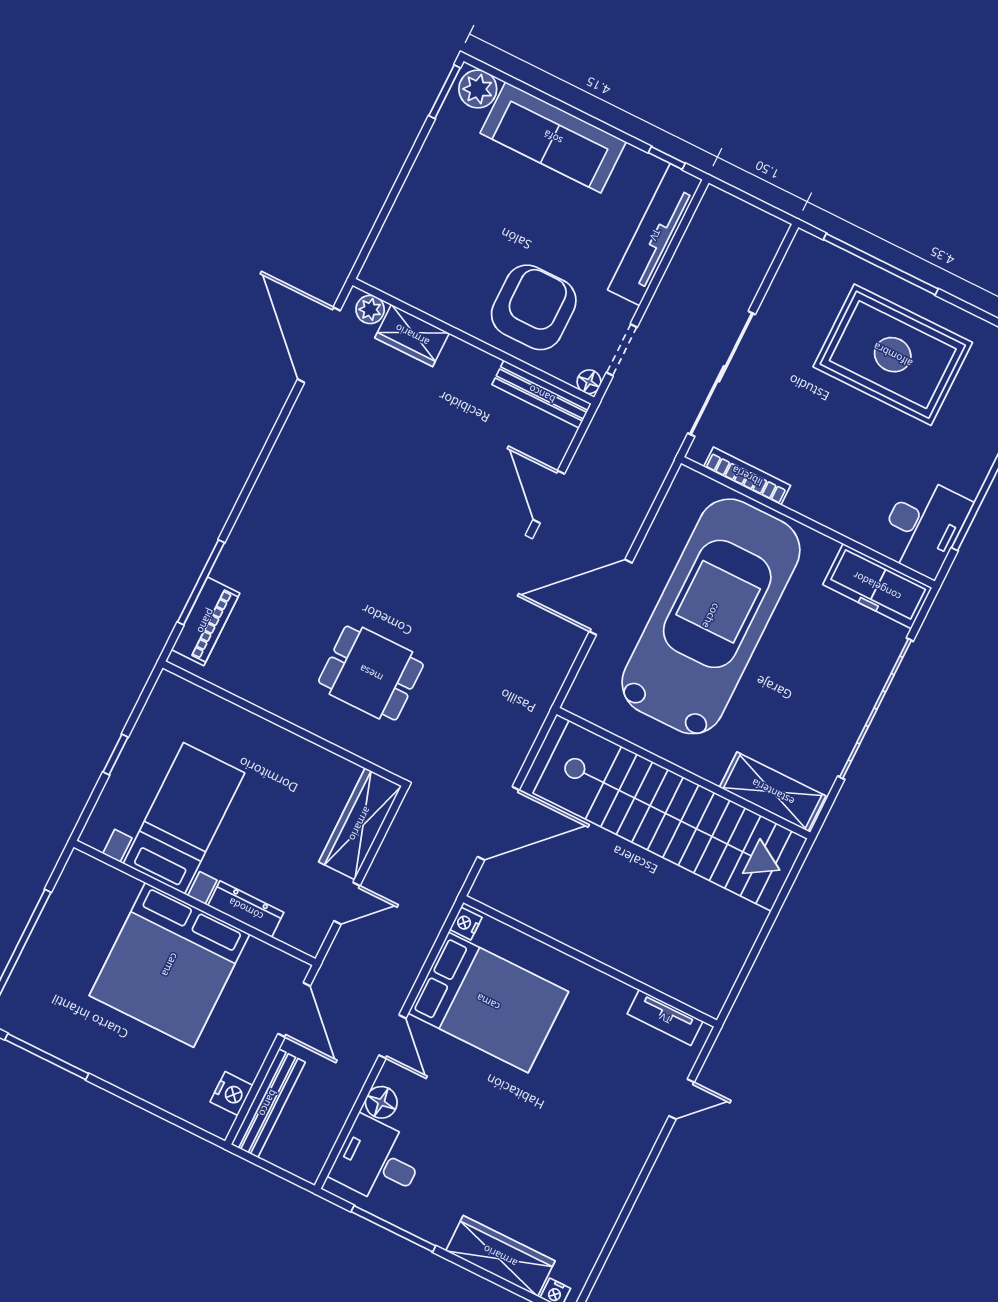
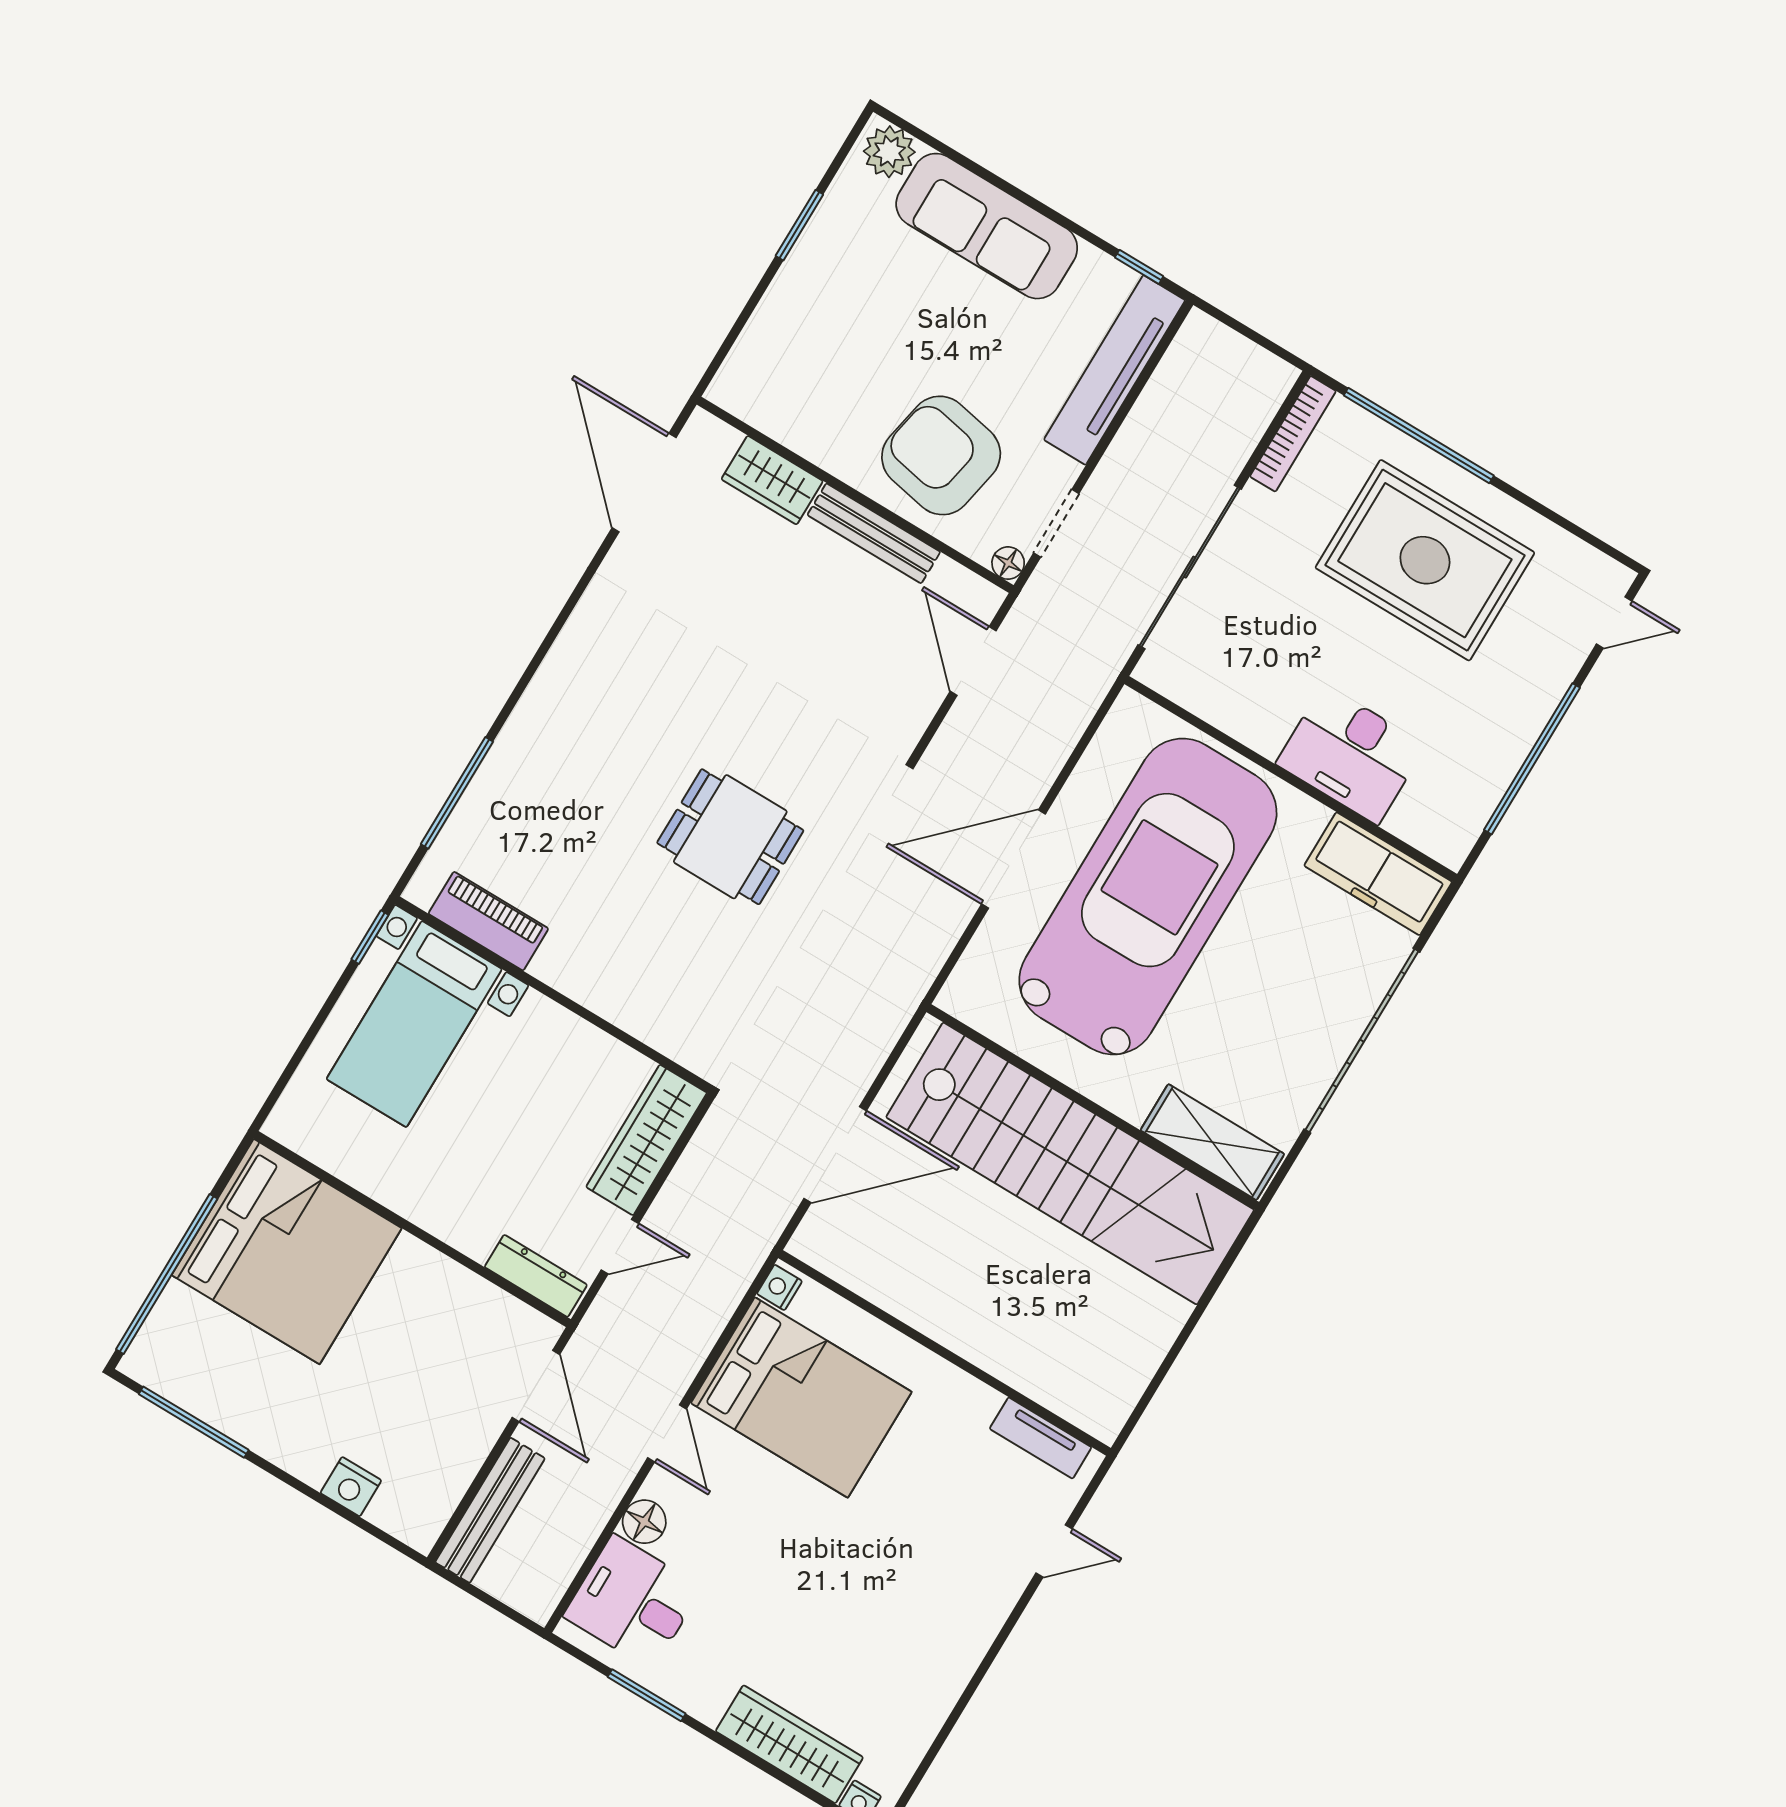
window: (445, 92) -> (799, 225), moved
armchair: (534, 307) -> (941, 455), turned -79
plant: (370, 309) -> (718, 440), removed
bench: (542, 394) -> (874, 533), moved
bookcase: (747, 476) -> (1293, 434), moved, turned 90
door: (549, 497) -> (973, 661), moved
desk: (923, 526) -> (1351, 754), moved, turned 90
piano: (206, 621) -> (488, 921), moved, turned -90
dining table: (371, 673) -> (730, 837), moved
window: (116, 755) -> (370, 937), moved
bed with nightstands: (184, 818) -> (414, 1024), moved, turned 180
dresser: (246, 909) -> (536, 1276), moved
bed: (170, 965) -> (287, 1252), moved, turned -90
nightstand: (231, 1094) -> (351, 1487), moved, turned 90
window: (393, 1229) -> (647, 1695), width x0.69

